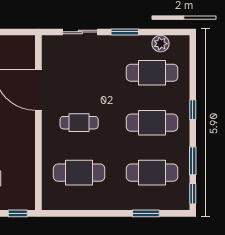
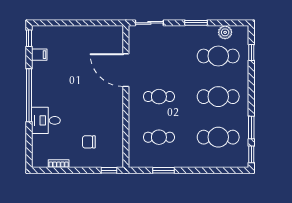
sliding door: (80, 32) -> (149, 23), moved
window: (193, 110) -> (251, 52), moved
cafe table: (79, 173) -> (159, 137), width x0.73, depth x0.74
window: (146, 213) -> (163, 170), moved

